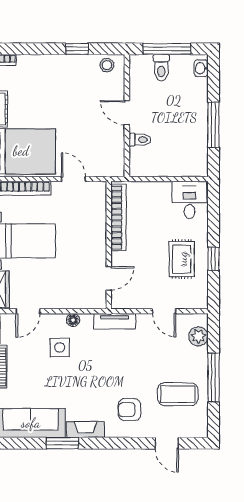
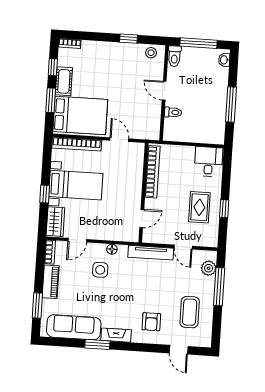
toilet: (161, 68) -> (174, 56), moved
tv unit: (115, 321) -> (151, 253), width x1.41
window: (213, 377) -> (219, 287), moved
coffee table: (178, 394) -> (190, 312), turned 90
armchair: (130, 410) -> (151, 322), turned -90

